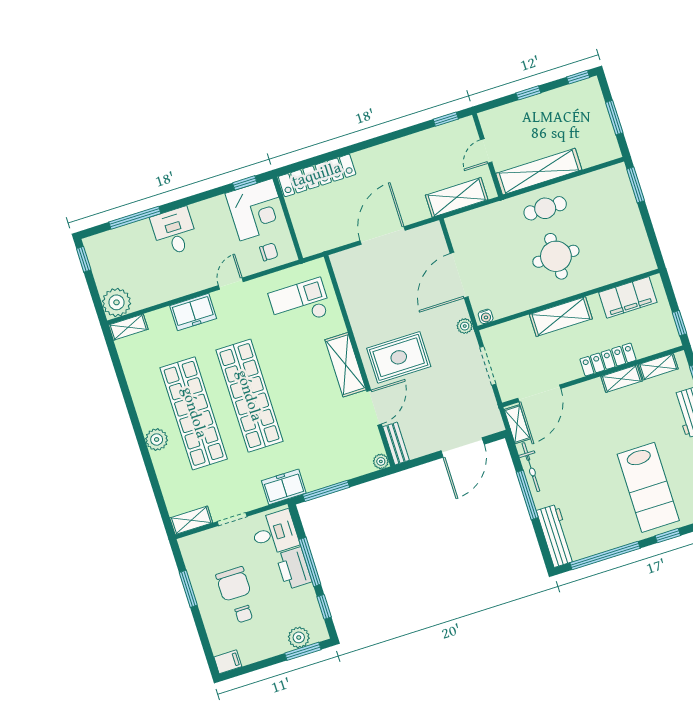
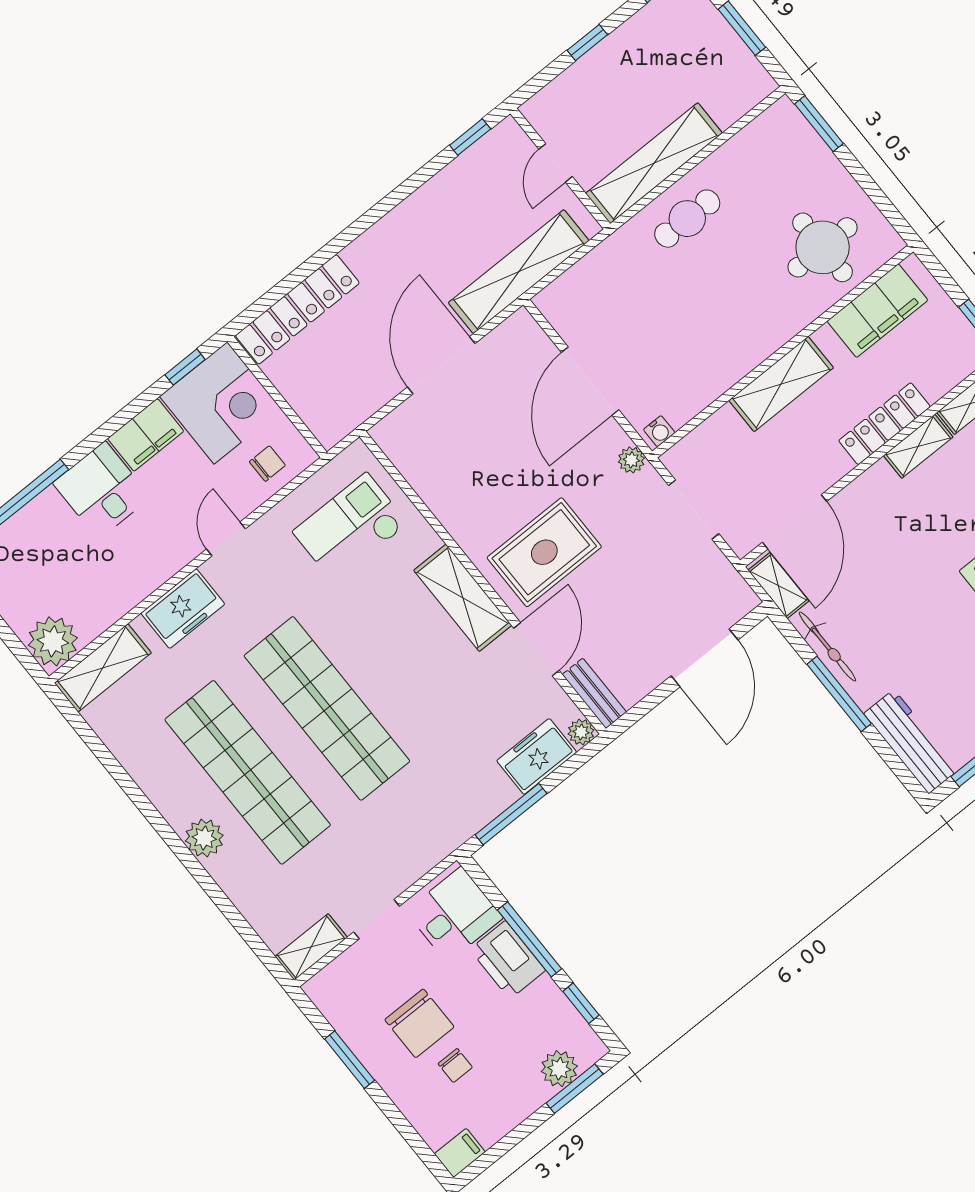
shelving: (457, 197) -> (519, 272), width x1.47
filing cabinet: (209, 211) -> (146, 435), added
round table: (556, 256) -> (823, 247), moved
shelving: (128, 327) -> (103, 668), width x1.50, depth x1.33
freezer: (284, 487) -> (537, 756), moved

